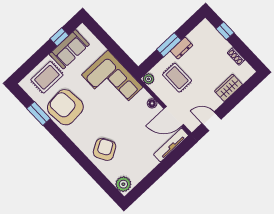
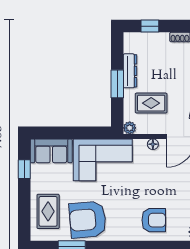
dresser: (182, 48) -> (130, 71), width x1.44
sofa: (69, 49) -> (51, 151), moved, turned 90
armchair: (105, 149) -> (154, 220), turned 120

